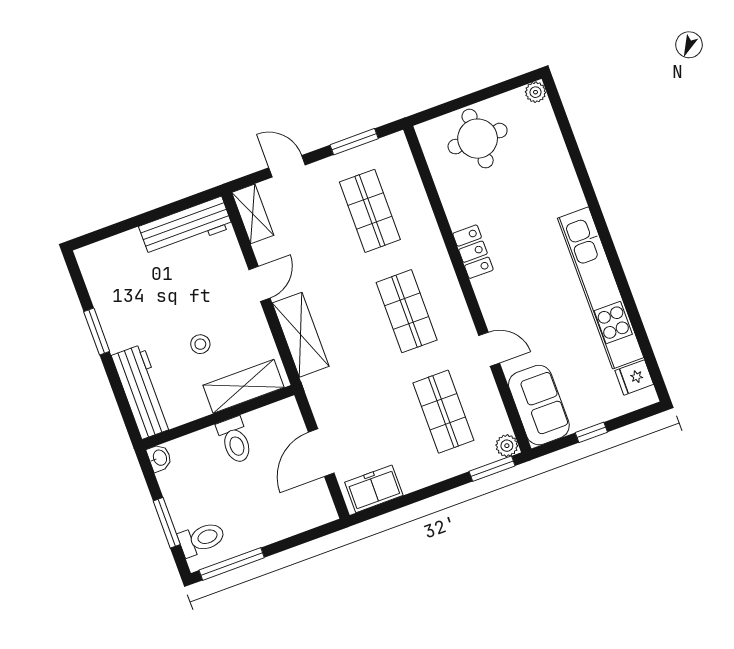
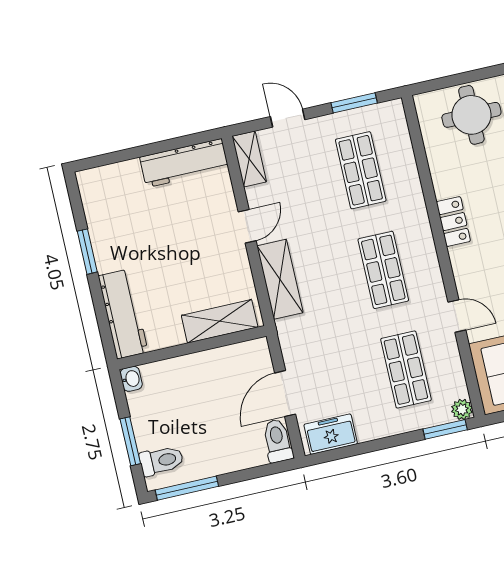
stool: (200, 344) -> (184, 276), removed
toilet: (235, 440) -> (278, 441), moved, turned 180

